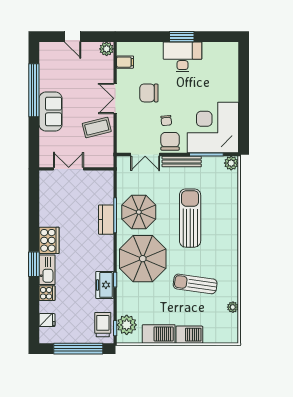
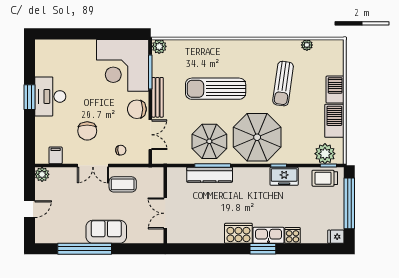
chair: (166, 121) -> (121, 150), moved
coffee table: (97, 127) -> (123, 184), turned -76
kitchen counter: (106, 220) -> (210, 175), width x1.50
fridge: (47, 320) -> (336, 237), moved, turned -90

